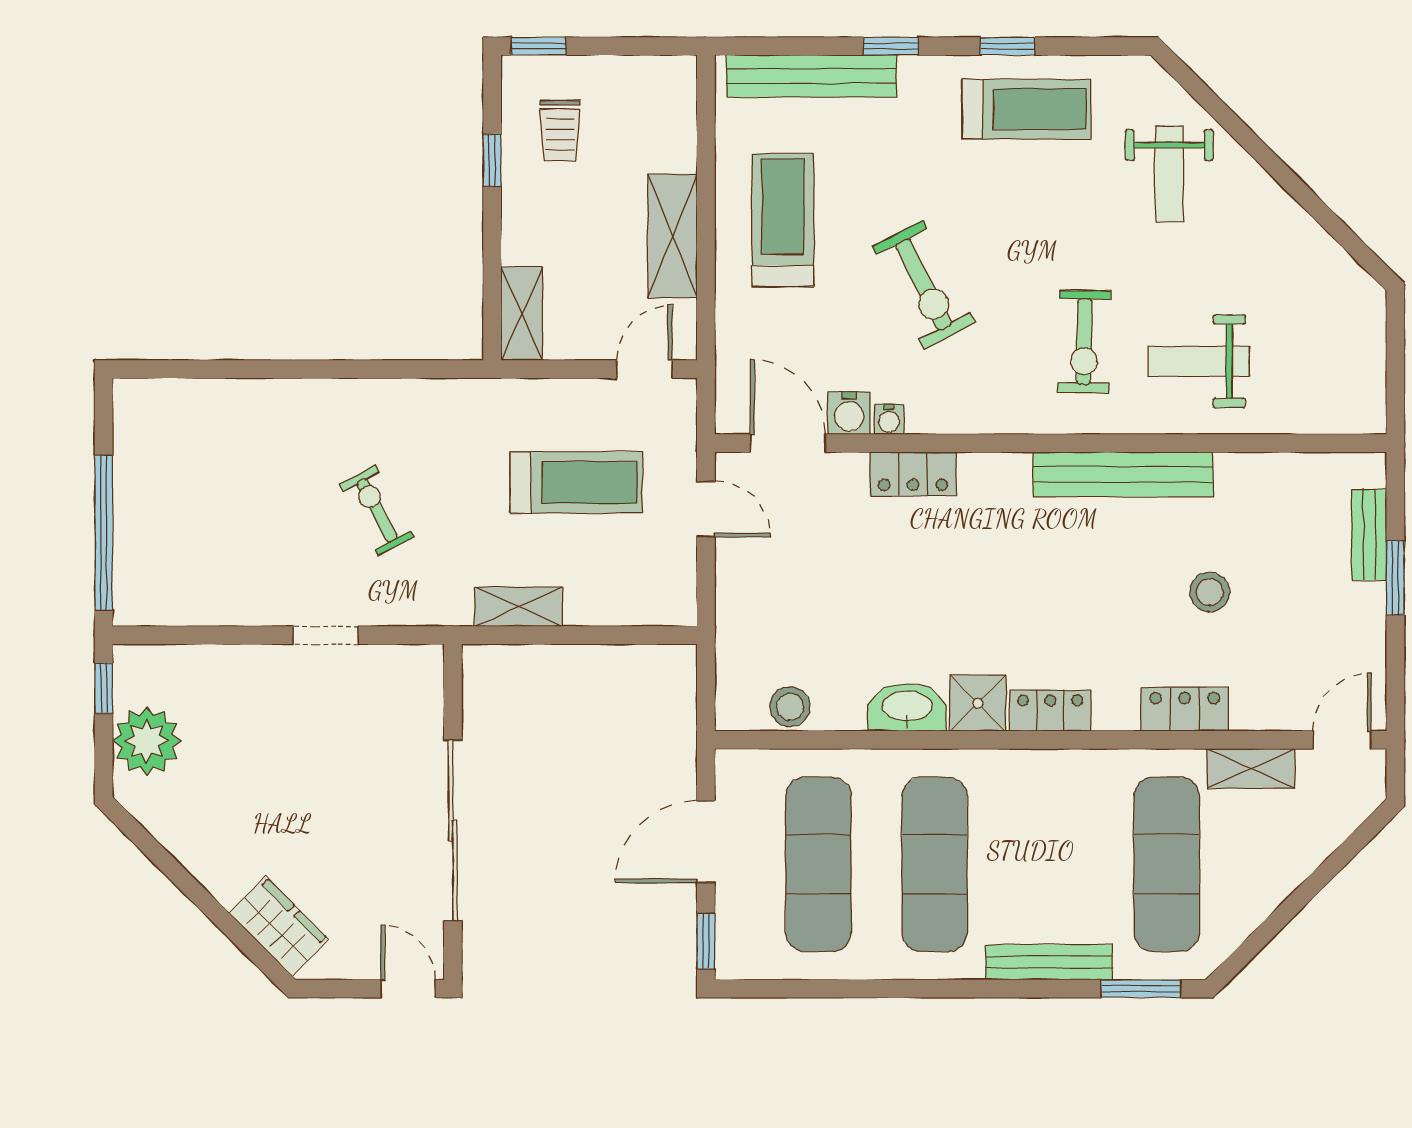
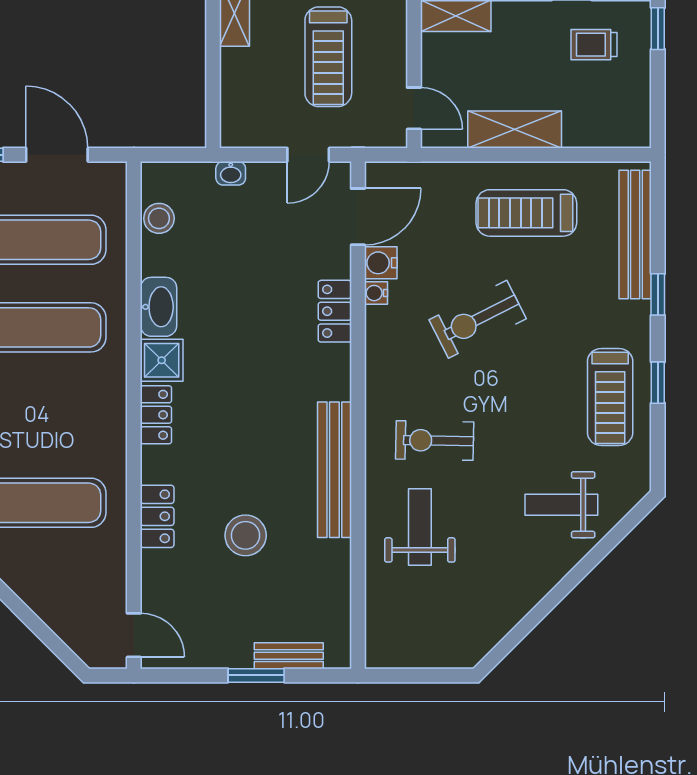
treadmill: (783, 220) -> (526, 213), turned 180
stool: (1210, 592) -> (246, 535), width x1.38, depth x1.38
washbasin: (730, 612) -> (231, 173), added
shelving: (1251, 769) -> (112, 566), removed

